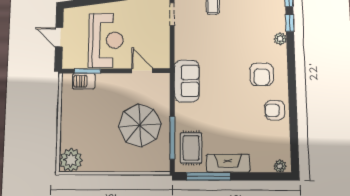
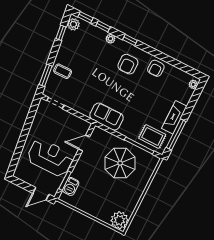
door: (59, 37) -> (41, 194), moved
window: (291, 62) -> (130, 40), added
armchair: (262, 74) -> (128, 64), turned 90

